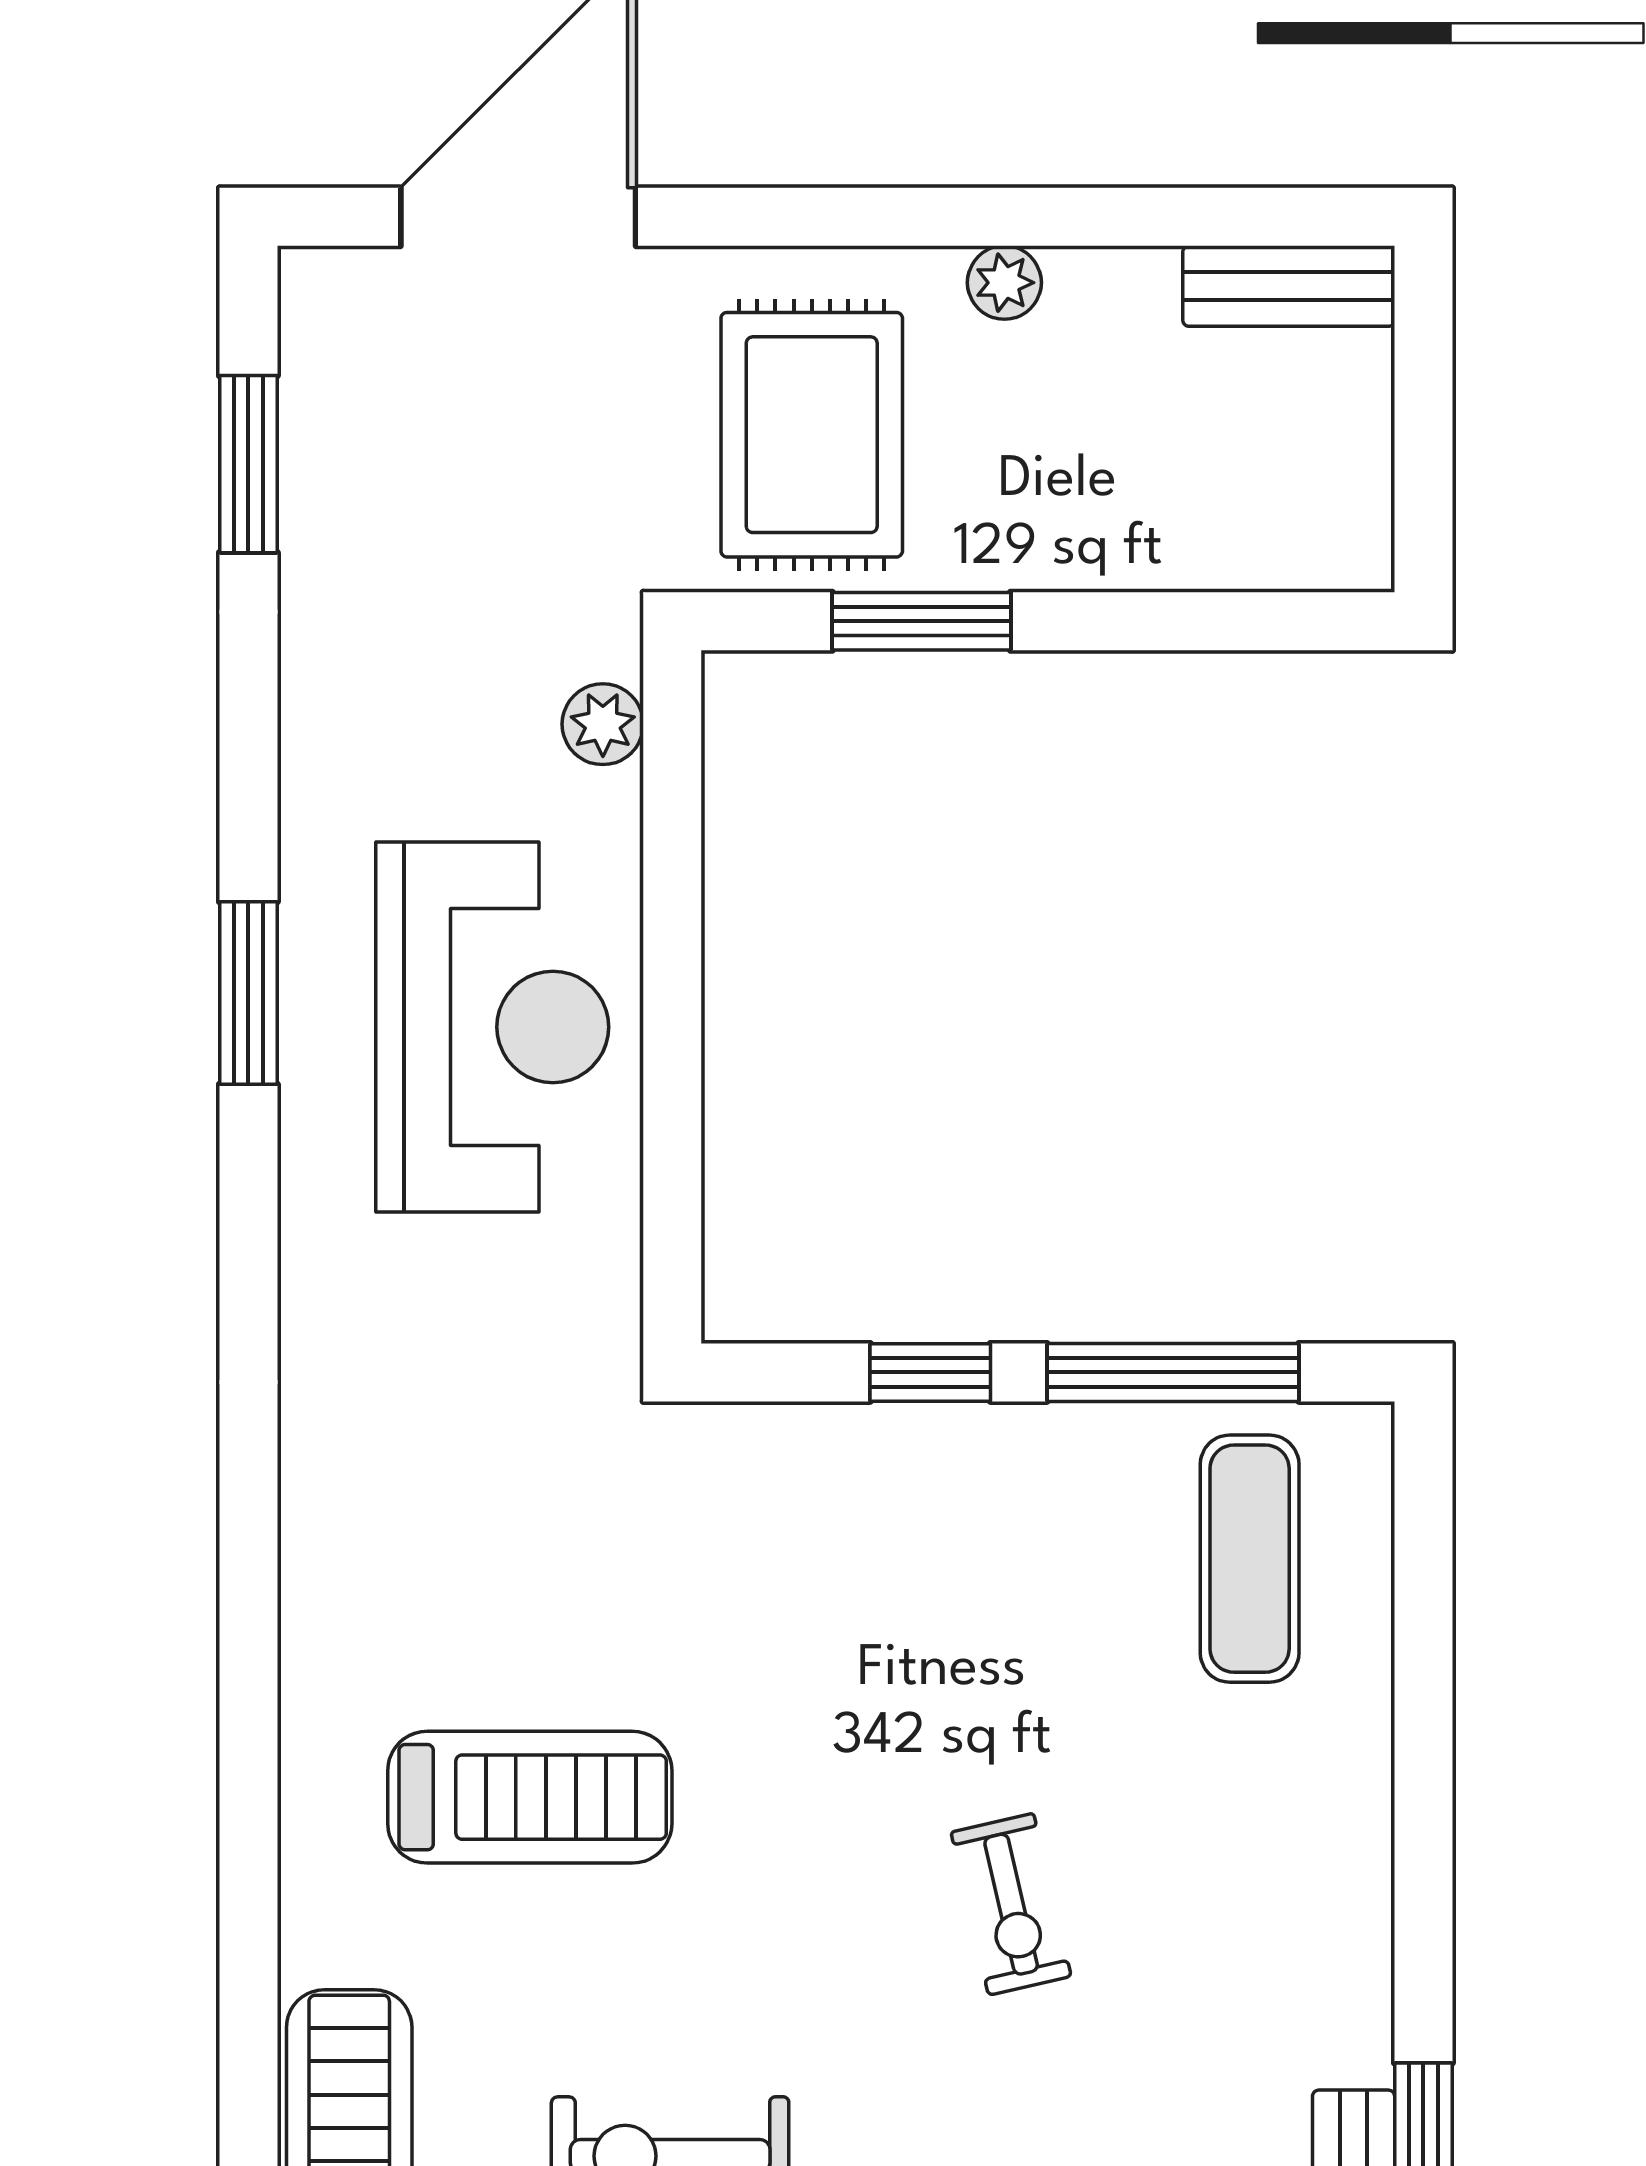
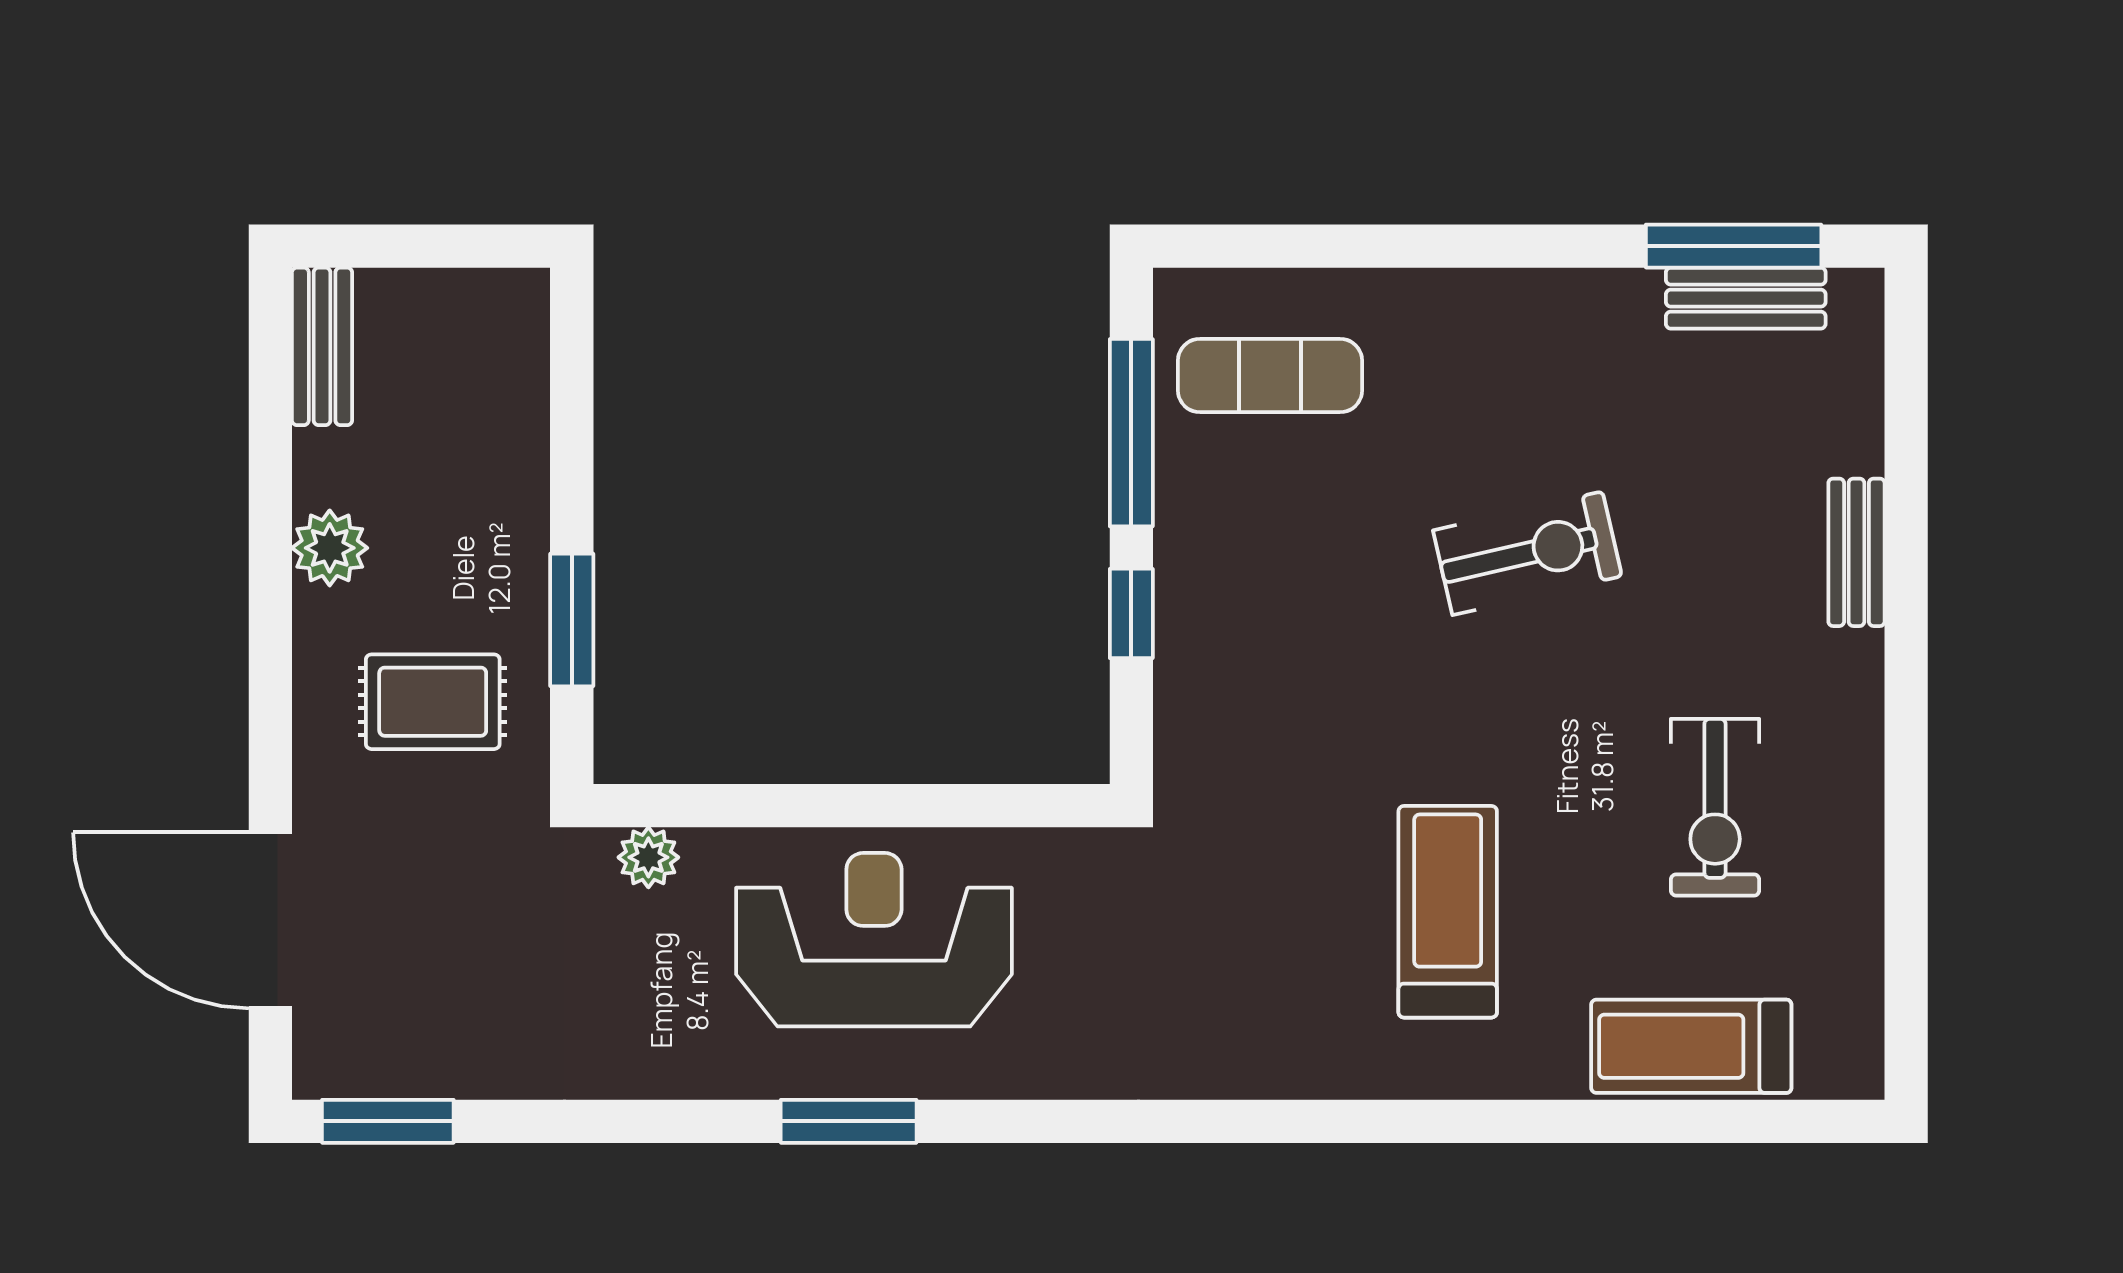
plant: (1004, 283) -> (330, 548), width x1.38, depth x1.38
rug: (812, 435) -> (433, 702), width x0.73, depth x0.70
window: (248, 464) -> (388, 1121), moved
exercise bike: (1011, 1904) -> (1527, 553), width x1.38, depth x1.39

